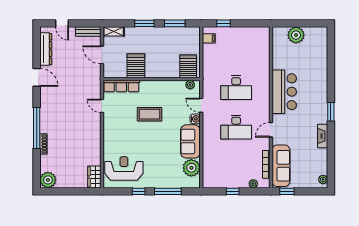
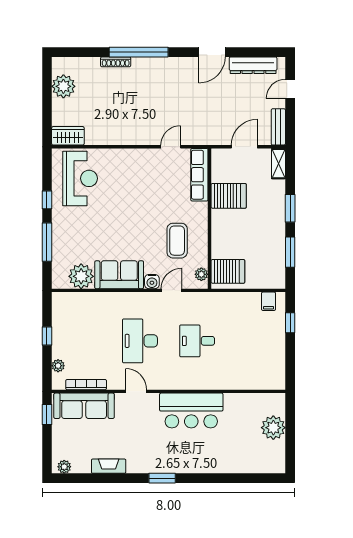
desk: (236, 88) -> (197, 341), width x0.73
coffee table: (149, 114) -> (177, 241), moved
fireplace: (323, 136) -> (109, 466), moved
plant: (48, 180) -> (63, 86), moved

